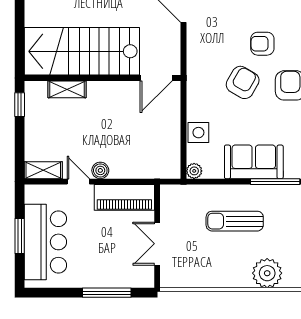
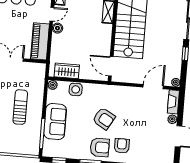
armchair: (262, 44) -> (122, 146), moved
wardrobe: (169, 150) -> (67, 71), added

